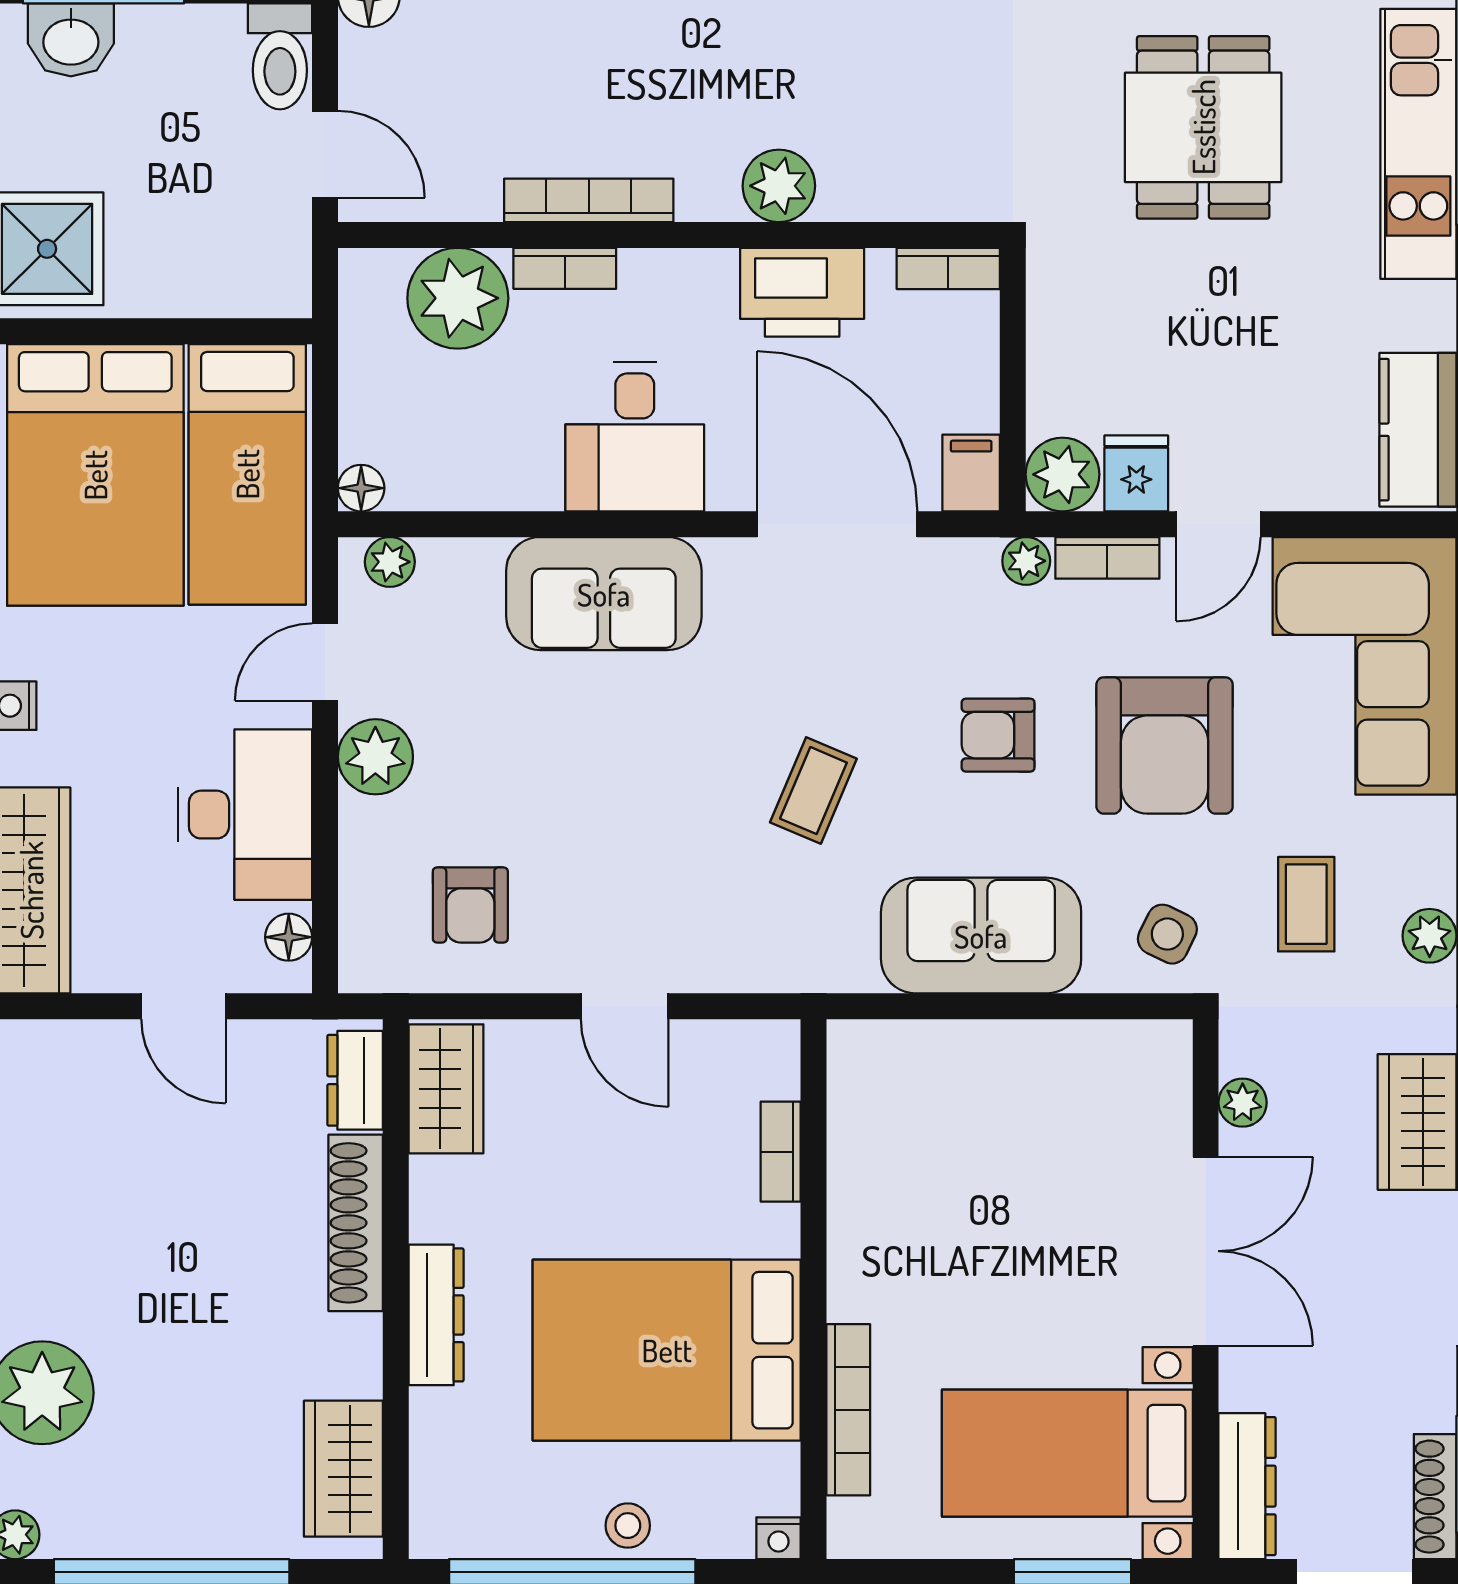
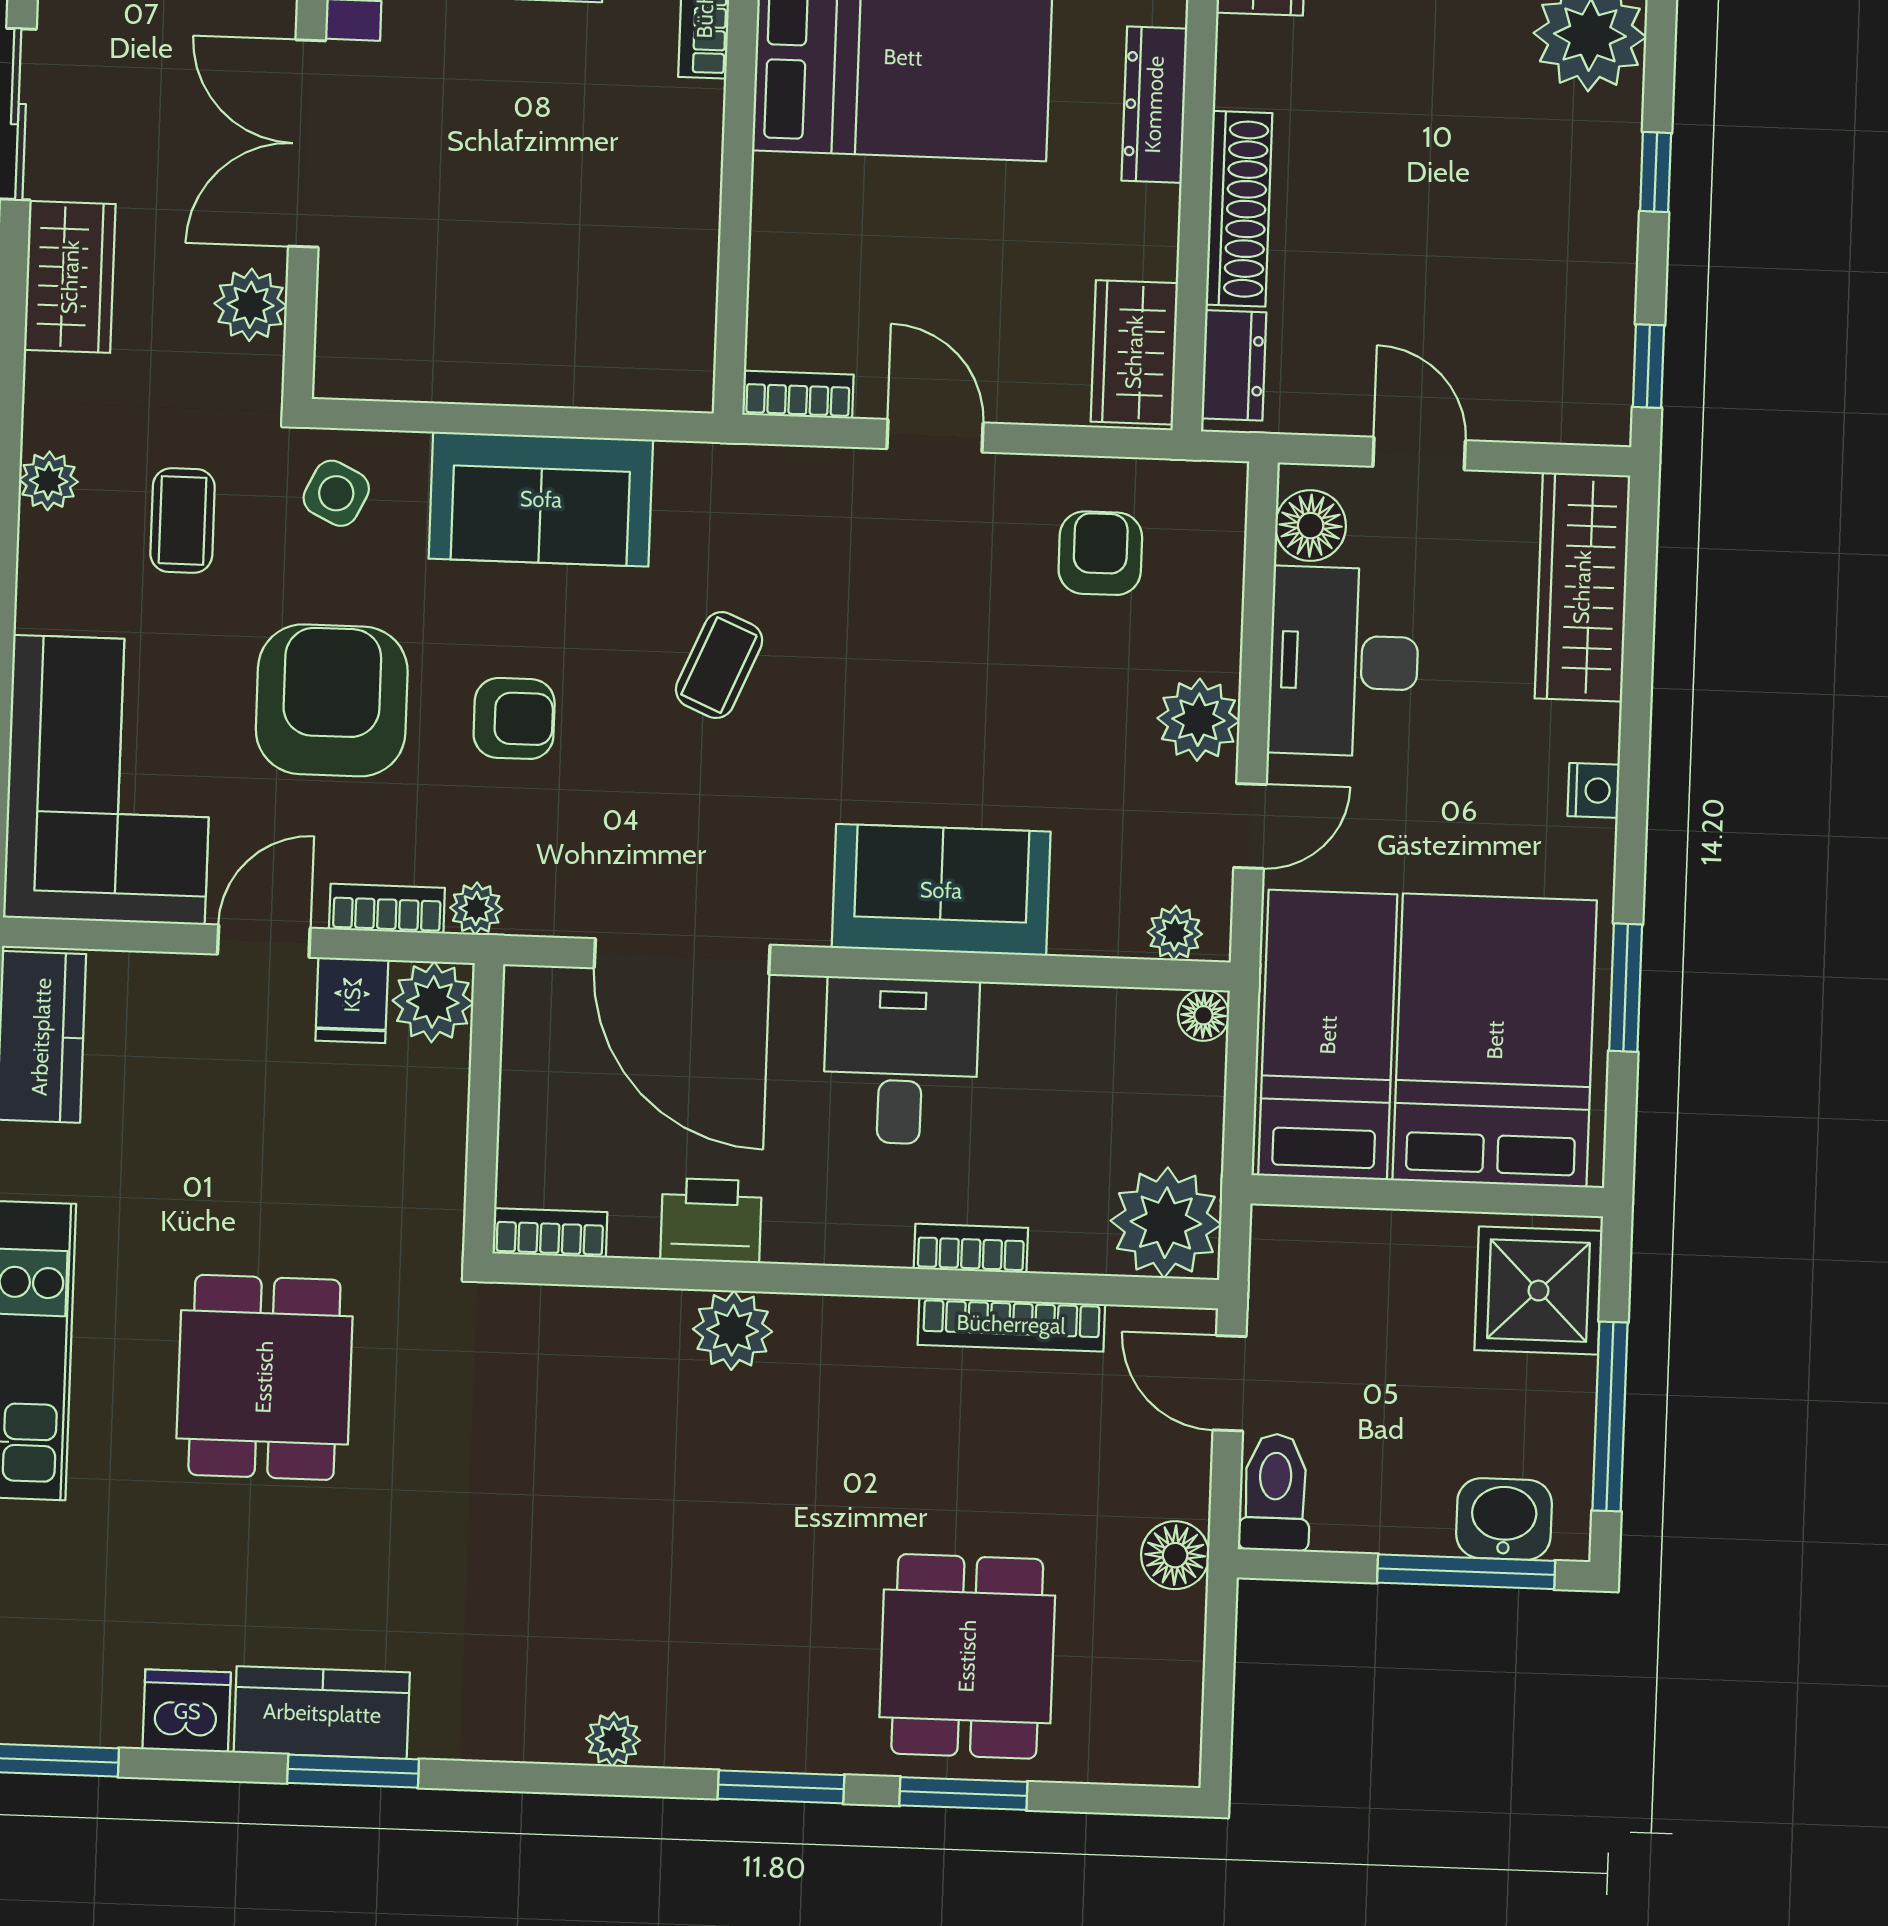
bookcase: (589, 200) -> (1011, 1324), moved
printer: (802, 292) -> (711, 1220), width x0.73, depth x0.84
plant: (458, 298) -> (1166, 1223), moved
filing cabinet: (971, 473) -> (533, 1007), removed
floor lamp: (289, 937) -> (1311, 526), width x1.37, depth x1.37
plant: (1243, 1103) -> (251, 305), width x1.38, depth x1.38
bookcase: (781, 1152) -> (798, 395), moved, turned -90

